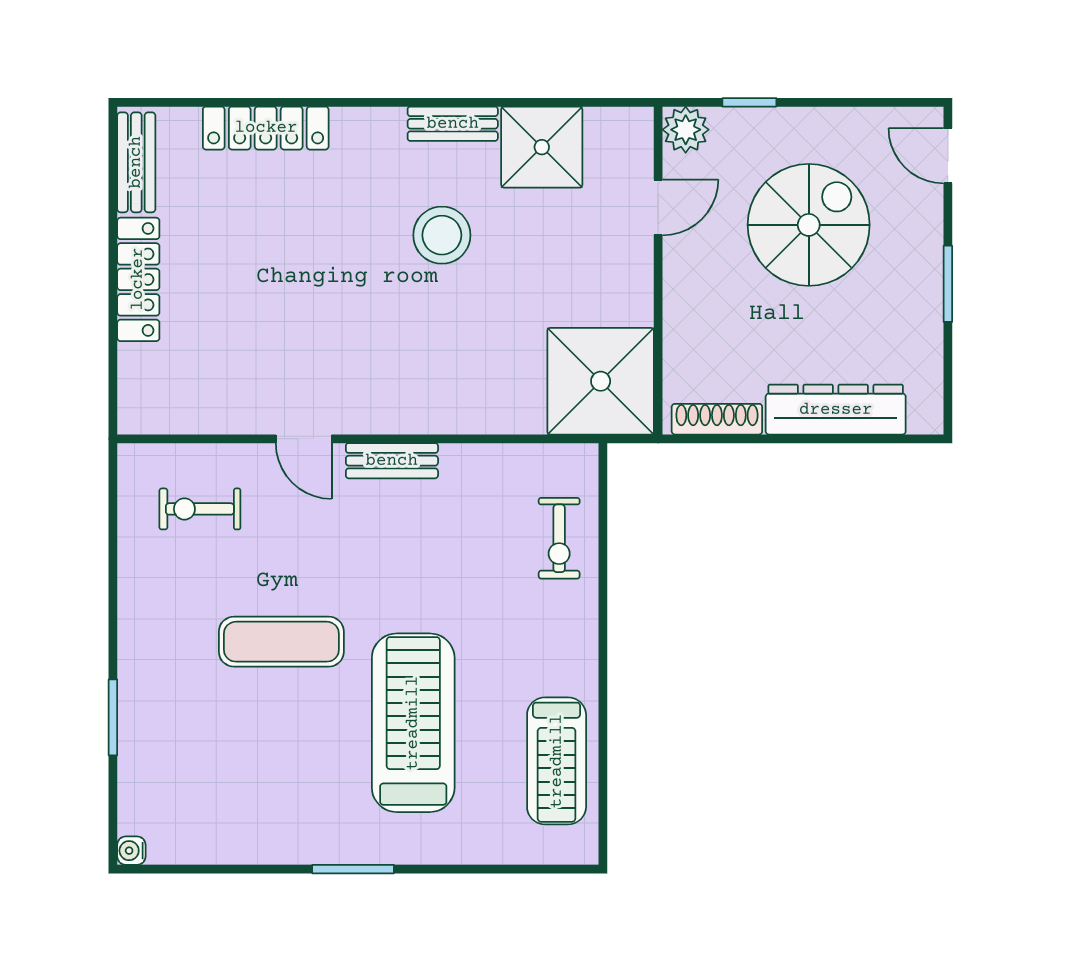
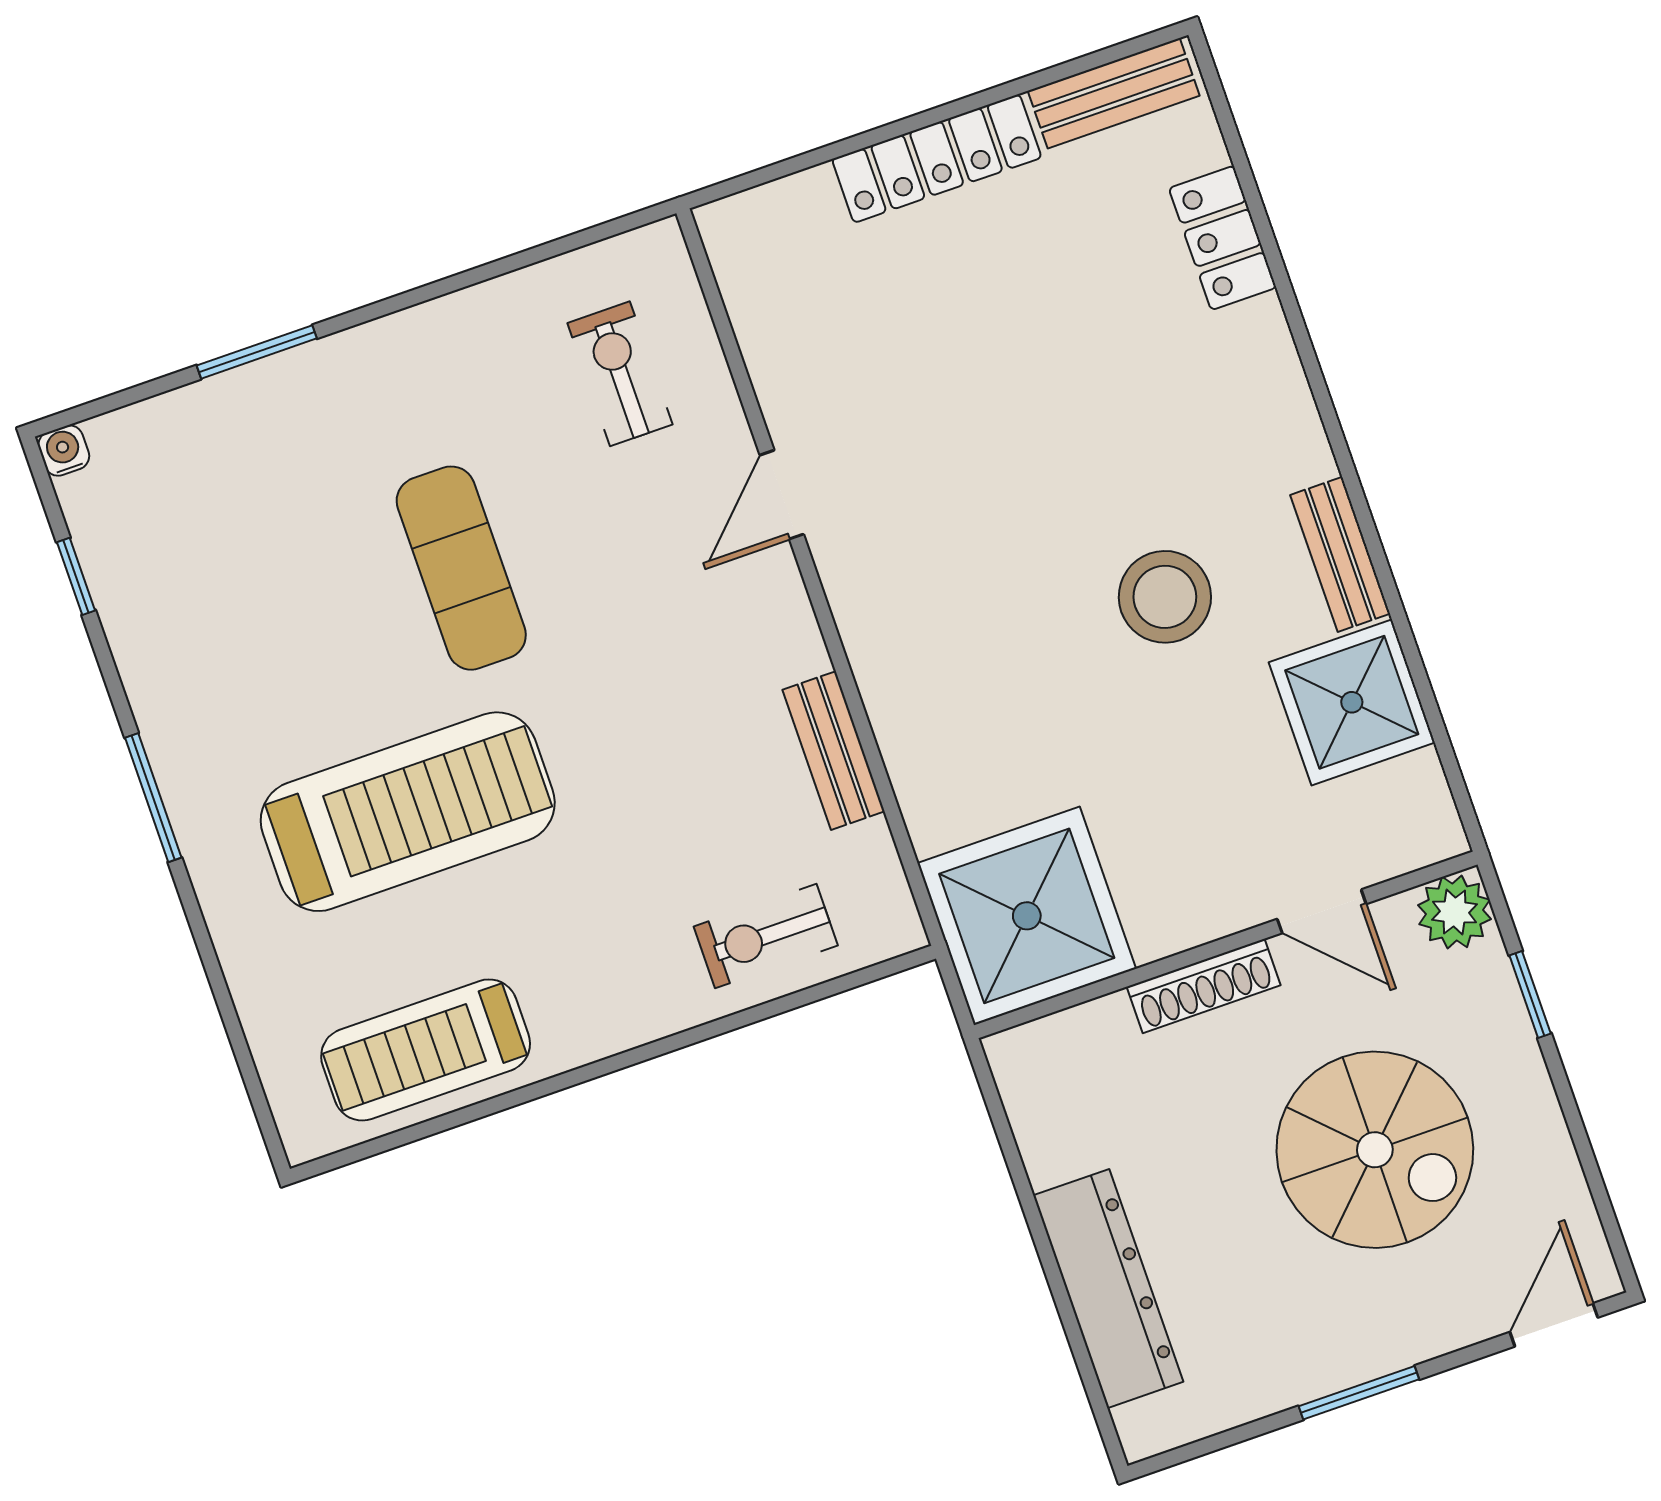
locker: (266, 128) -> (1223, 238), width x0.66
shoe rack: (717, 419) -> (1204, 986), moved, turned 90
bench: (392, 461) -> (834, 751), moved
window: (208, 869) -> (76, 576), added

